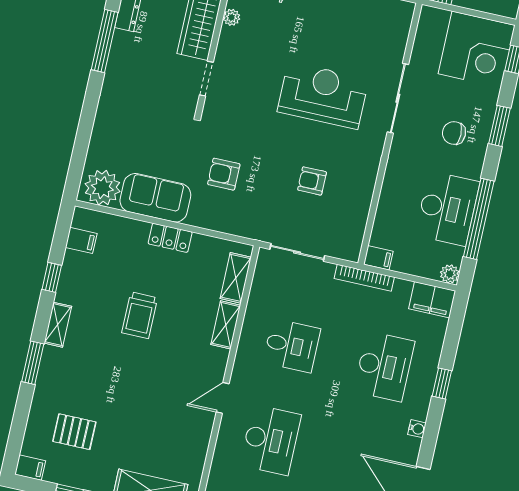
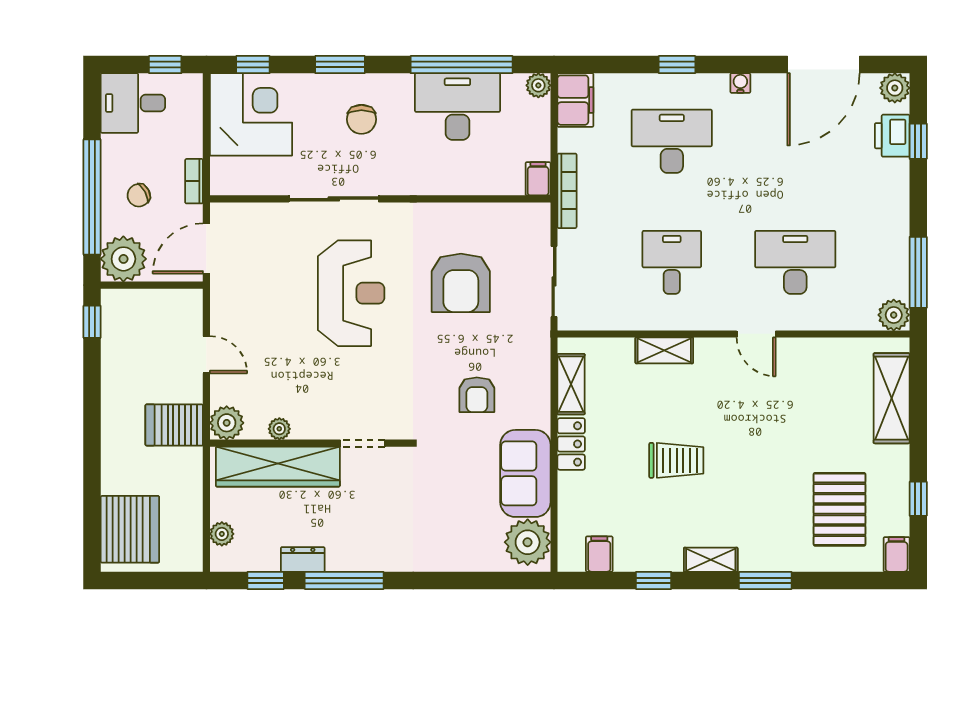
reception desk: (323, 95) -> (351, 293), turned 180
armchair: (312, 181) -> (461, 283), width x1.88, depth x1.88
shelving: (236, 278) -> (571, 384), moved, turned 90
pallet: (74, 432) -> (840, 509), width x1.50, depth x1.42

